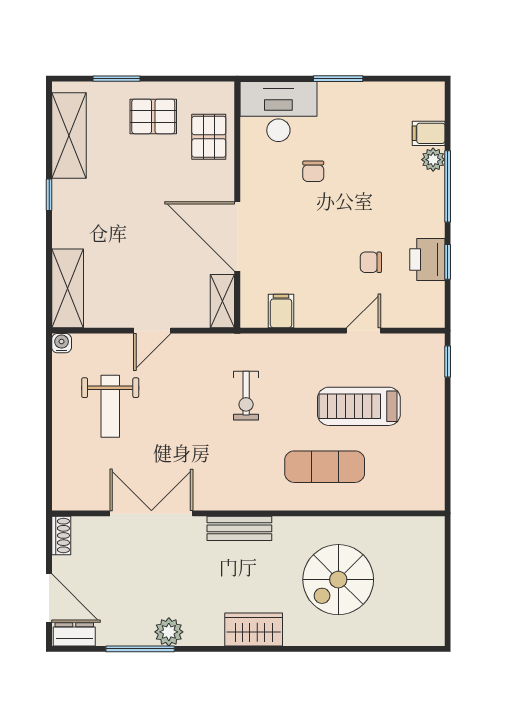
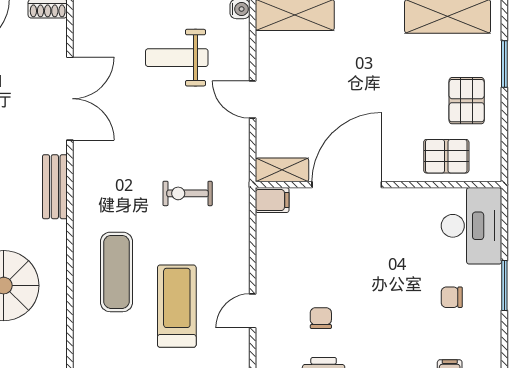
chair: (313, 171) -> (452, 297), moved
filing cabinet: (281, 311) -> (272, 200), moved
door: (363, 331) -> (253, 311), swing flipped

